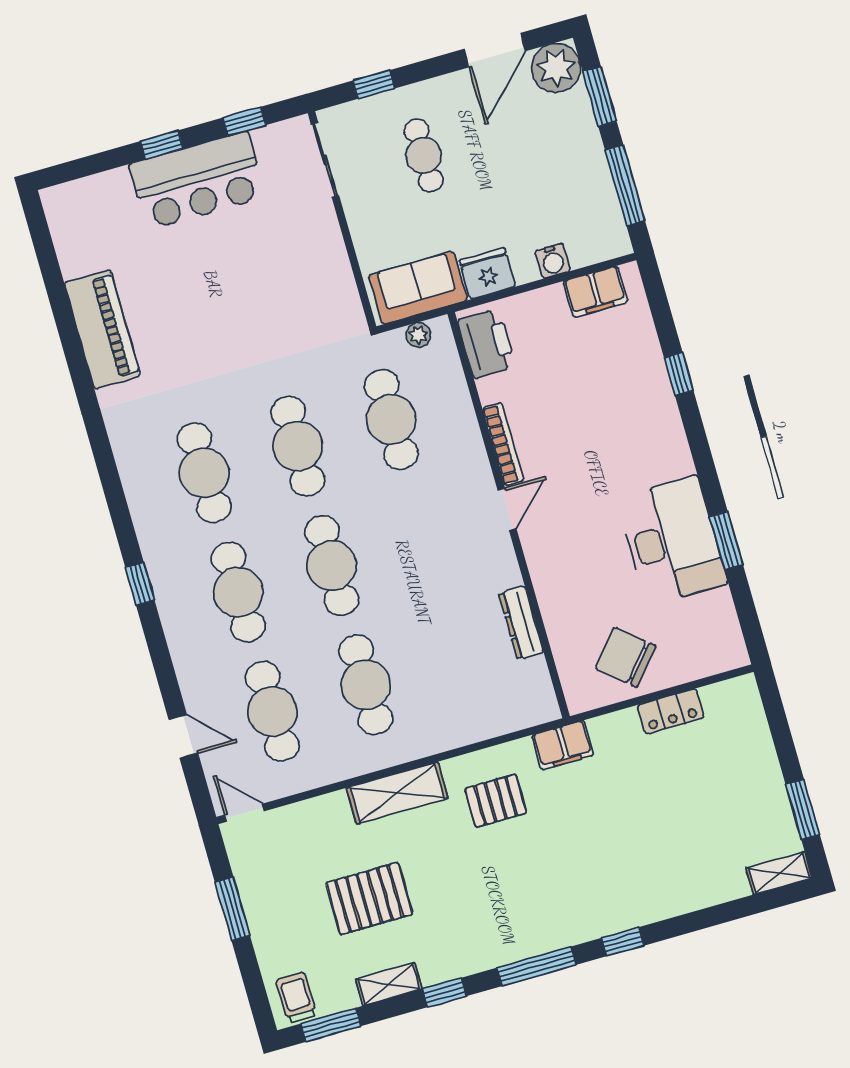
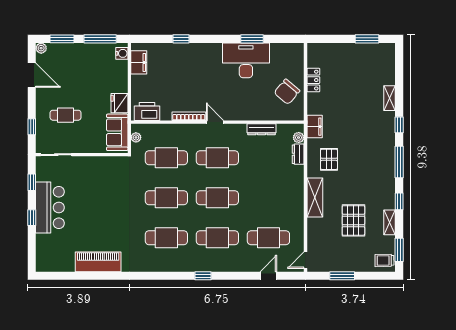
plant: (556, 68) -> (41, 48), width x0.53, depth x0.53
water cooler: (553, 261) -> (122, 53), moved
cafe table: (366, 685) -> (217, 158), moved
plant: (526, 715) -> (299, 138), added
dresser: (487, 725) -> (298, 154), added
shelving: (779, 873) -> (390, 98), moved

